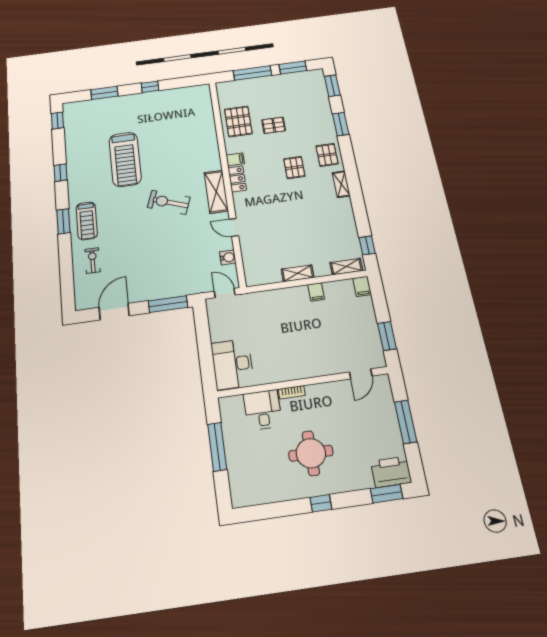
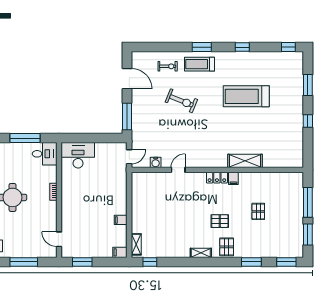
pallet: (238, 121) -> (266, 185), removed
pallet: (327, 155) -> (227, 247), turned 90
shelving: (216, 192) -> (245, 161), moved
exercise bike: (169, 202) -> (181, 101), moved, turned 92
shelving: (298, 273) -> (136, 210), removed
desk: (263, 410) -> (45, 154), moved

